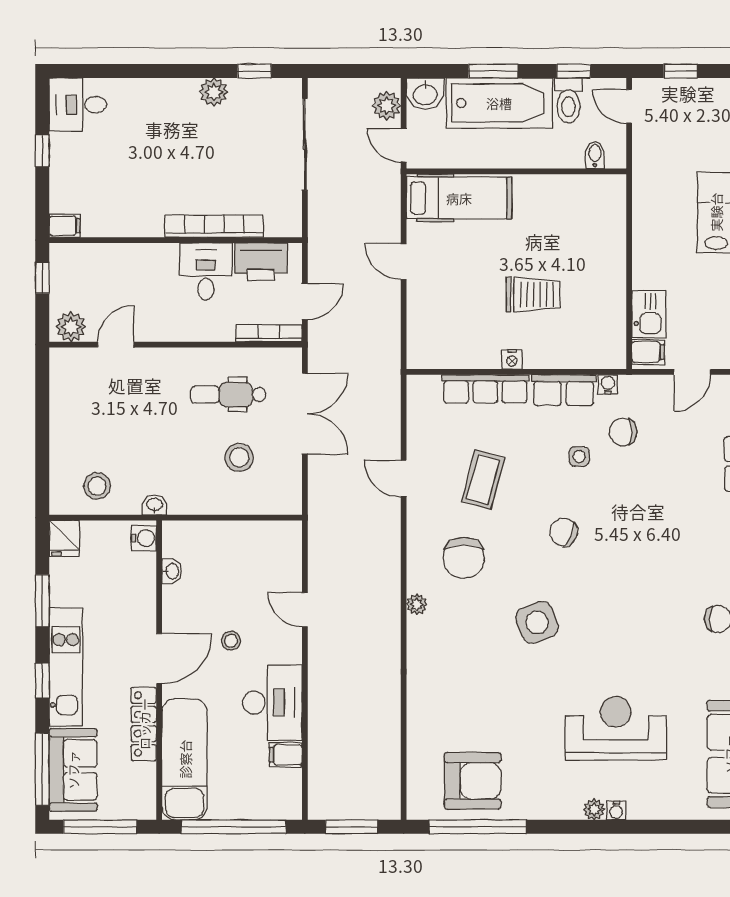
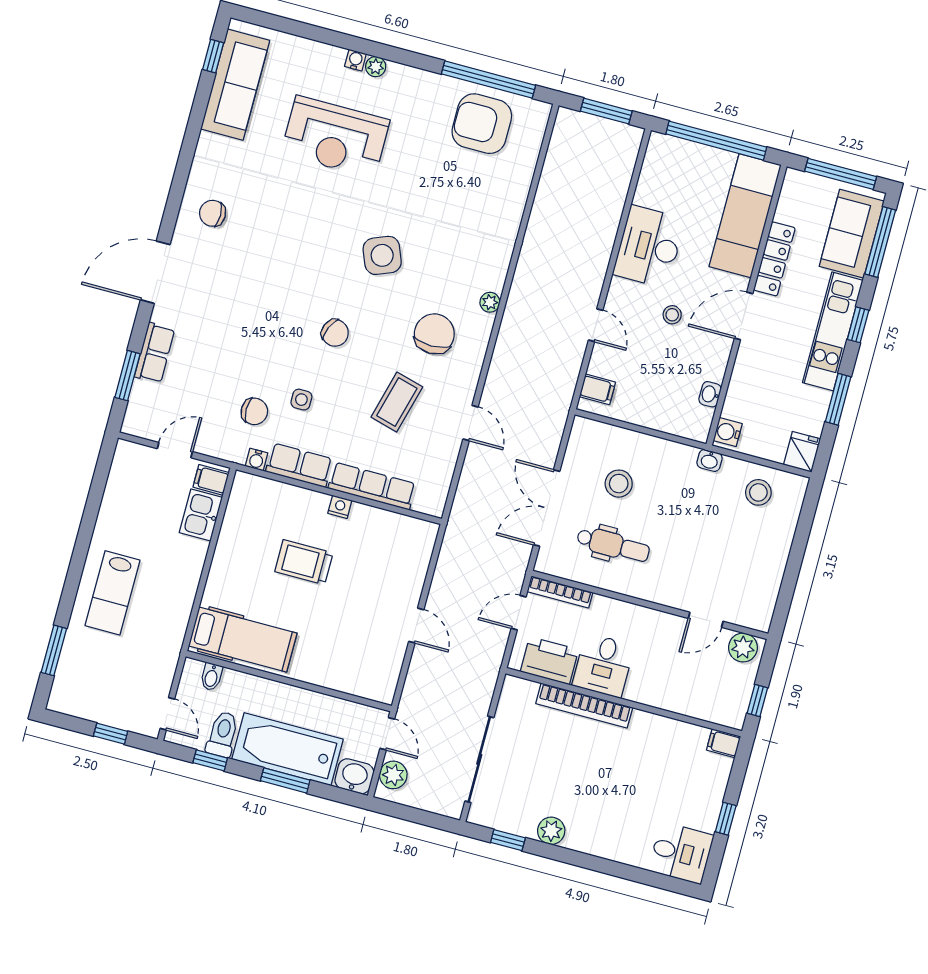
hospital bed: (459, 198) -> (243, 639), moved, turned 180
filing cabinet: (286, 755) -> (597, 389), moved

